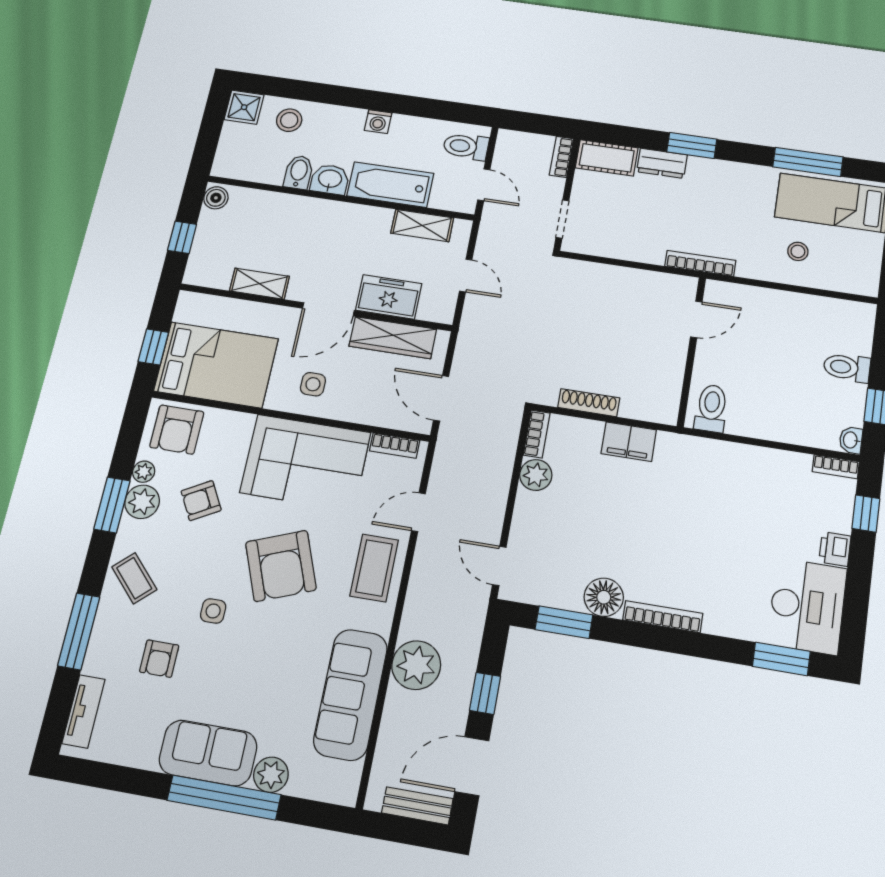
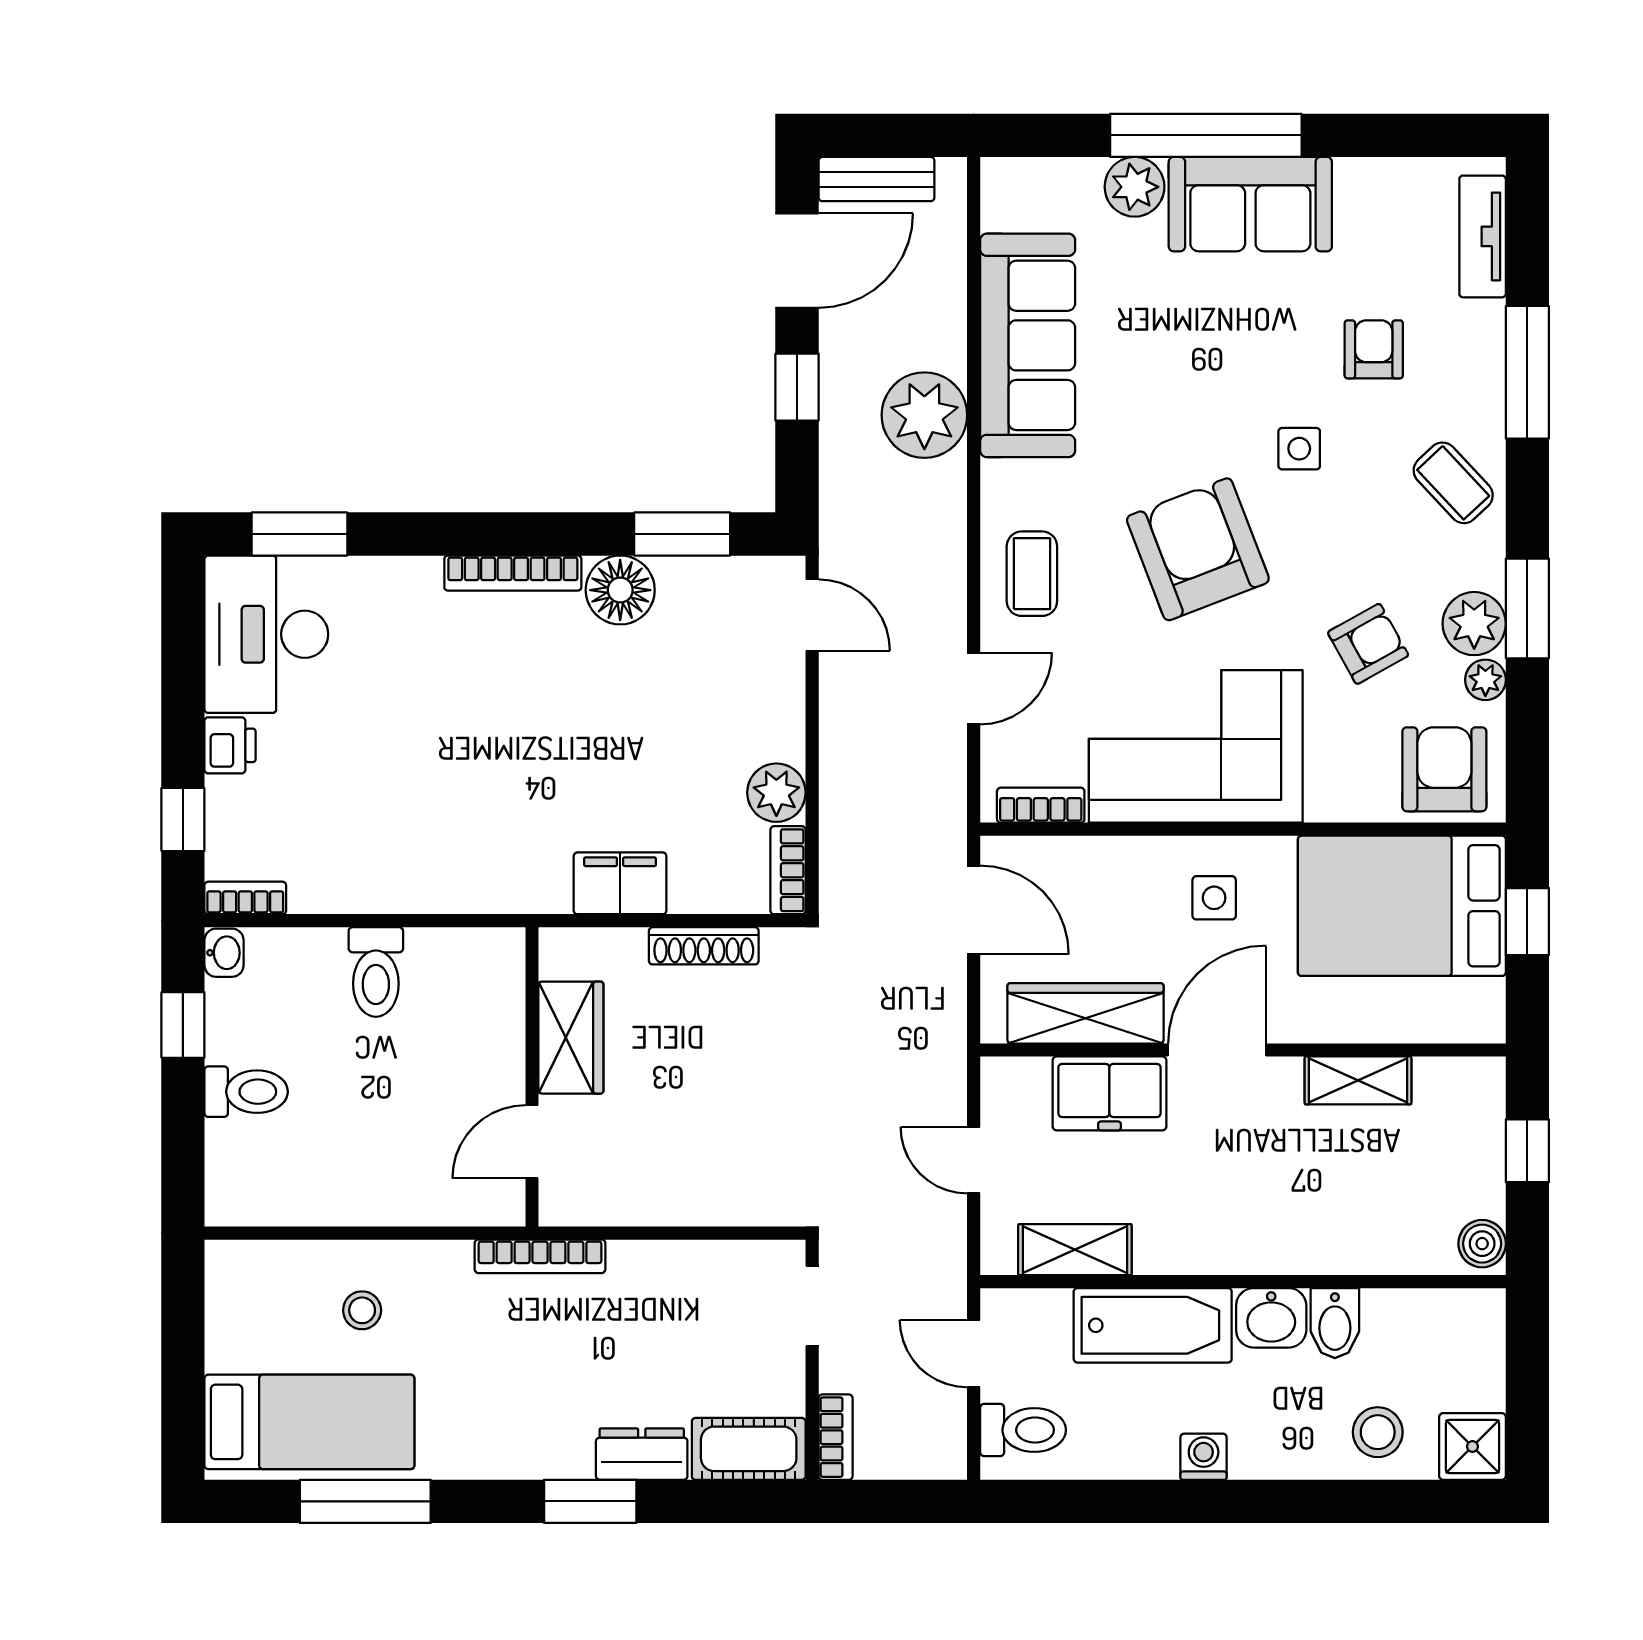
wardrobe: (668, 368) -> (571, 1038), added
toilet: (711, 408) -> (376, 972), moved
coffee table: (374, 568) -> (1032, 574), width x0.73, depth x0.77

